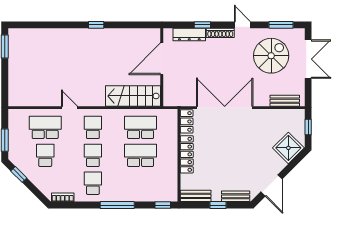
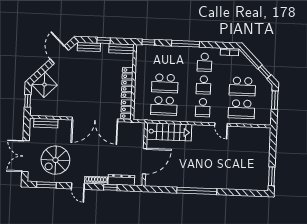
window: (96, 25) -> (197, 191), width x3.17
school desk: (45, 155) -> (242, 86), width x1.85

